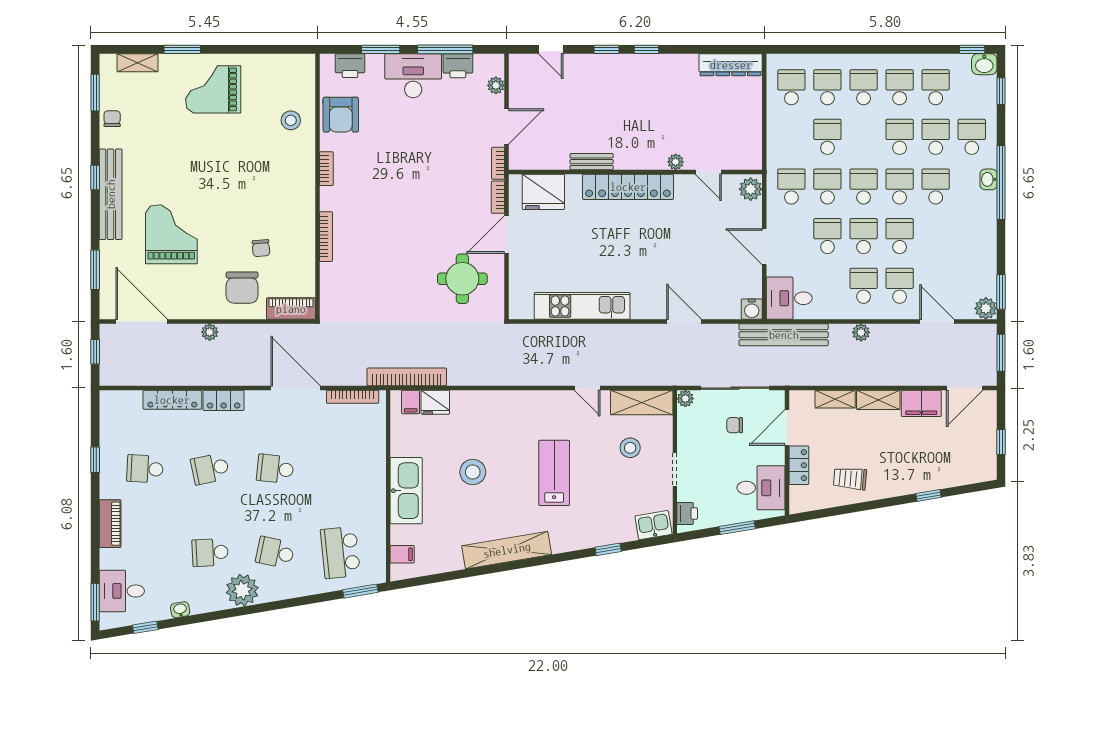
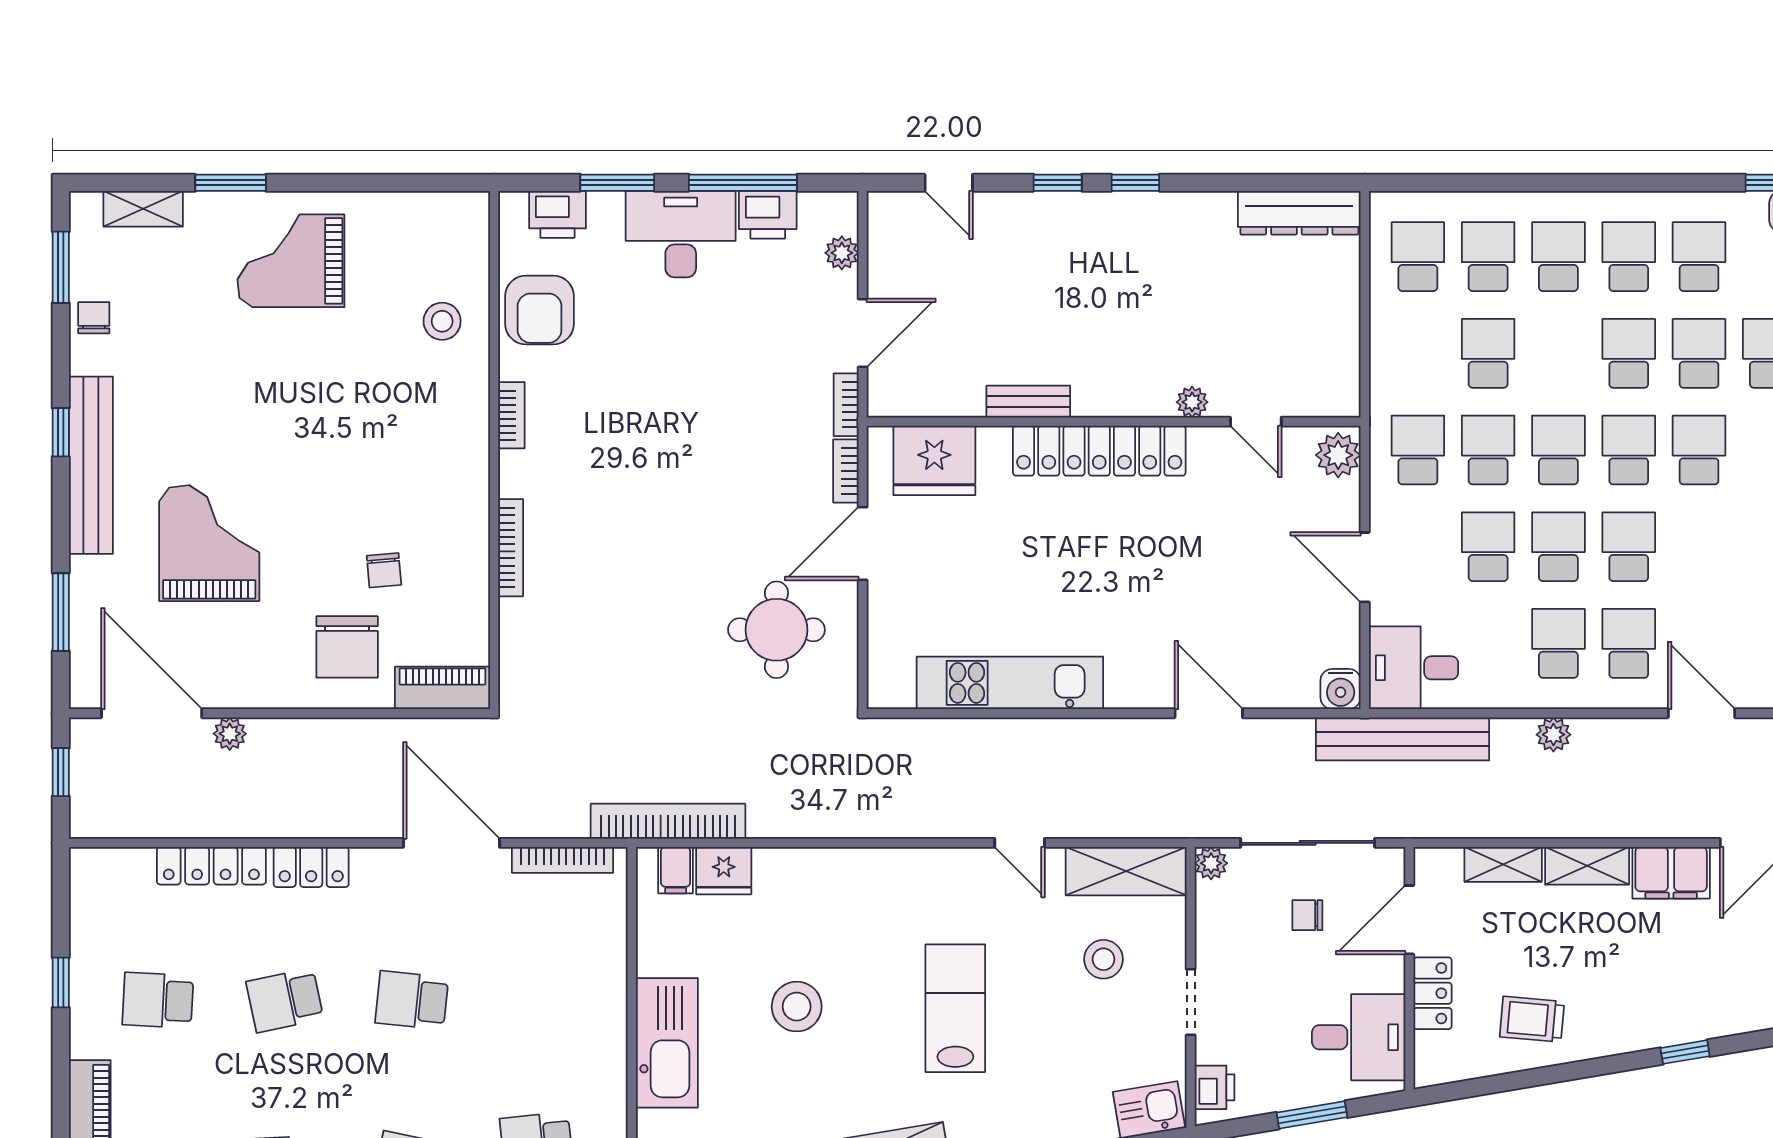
plant: (210, 332) -> (230, 734), moved

